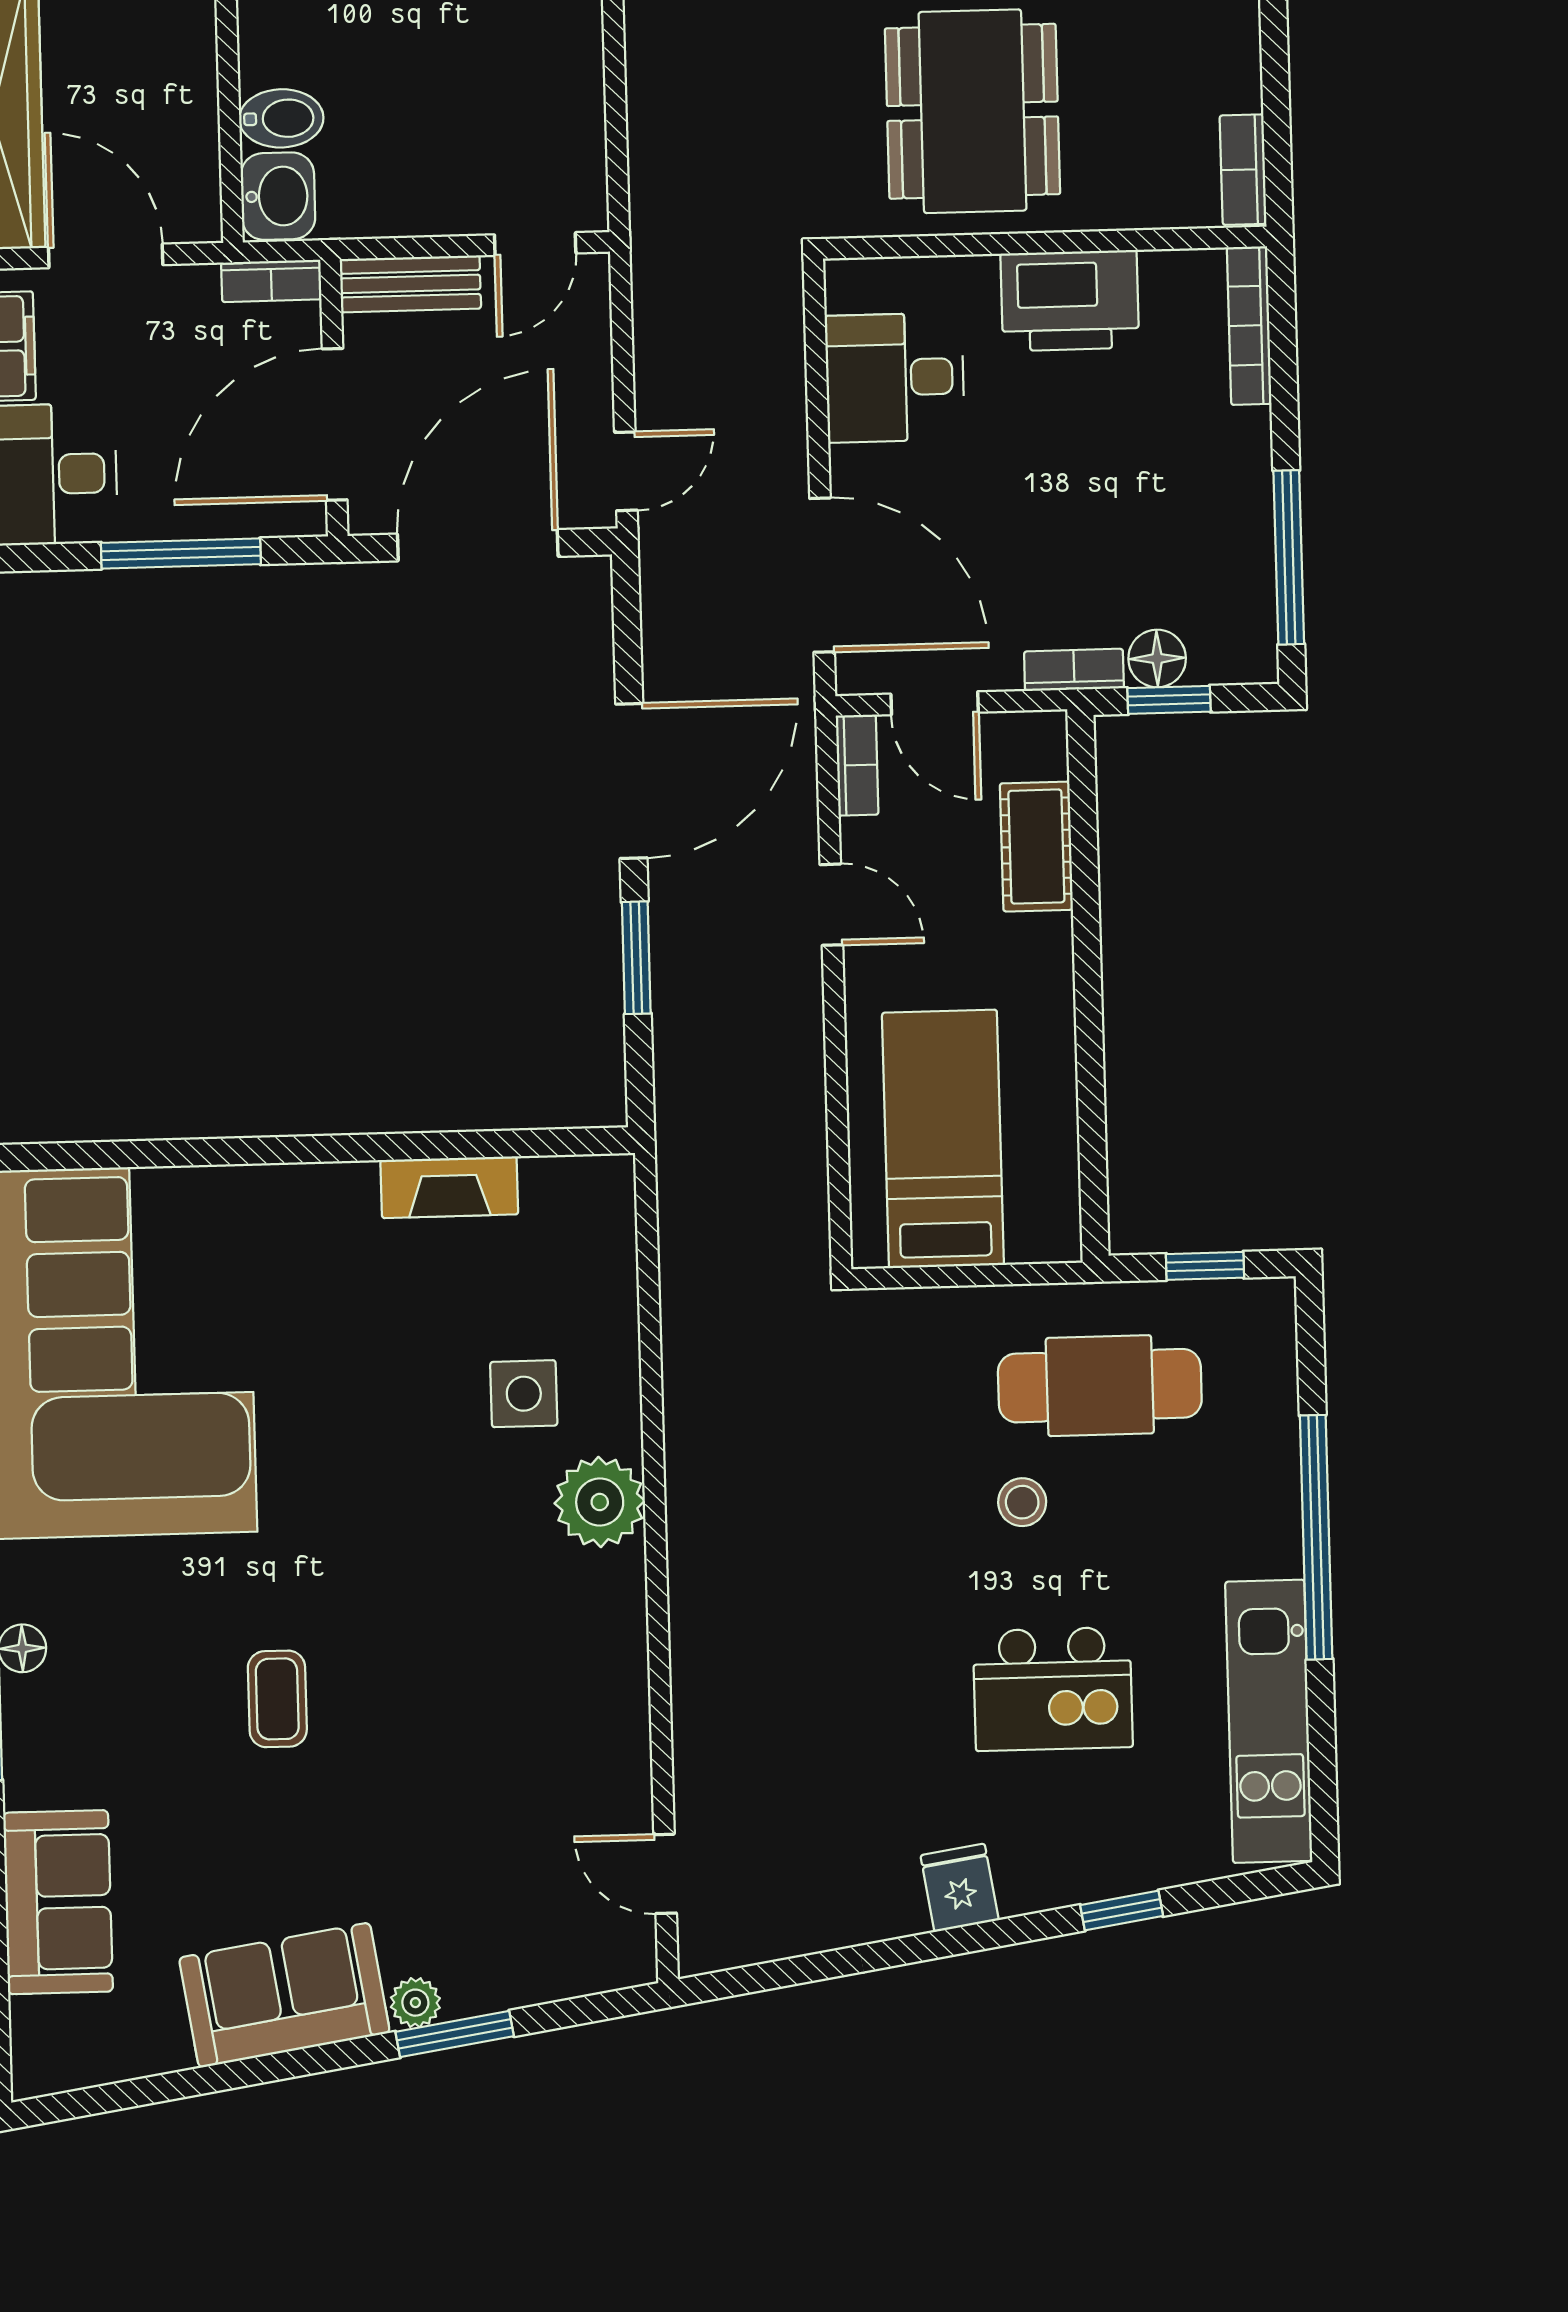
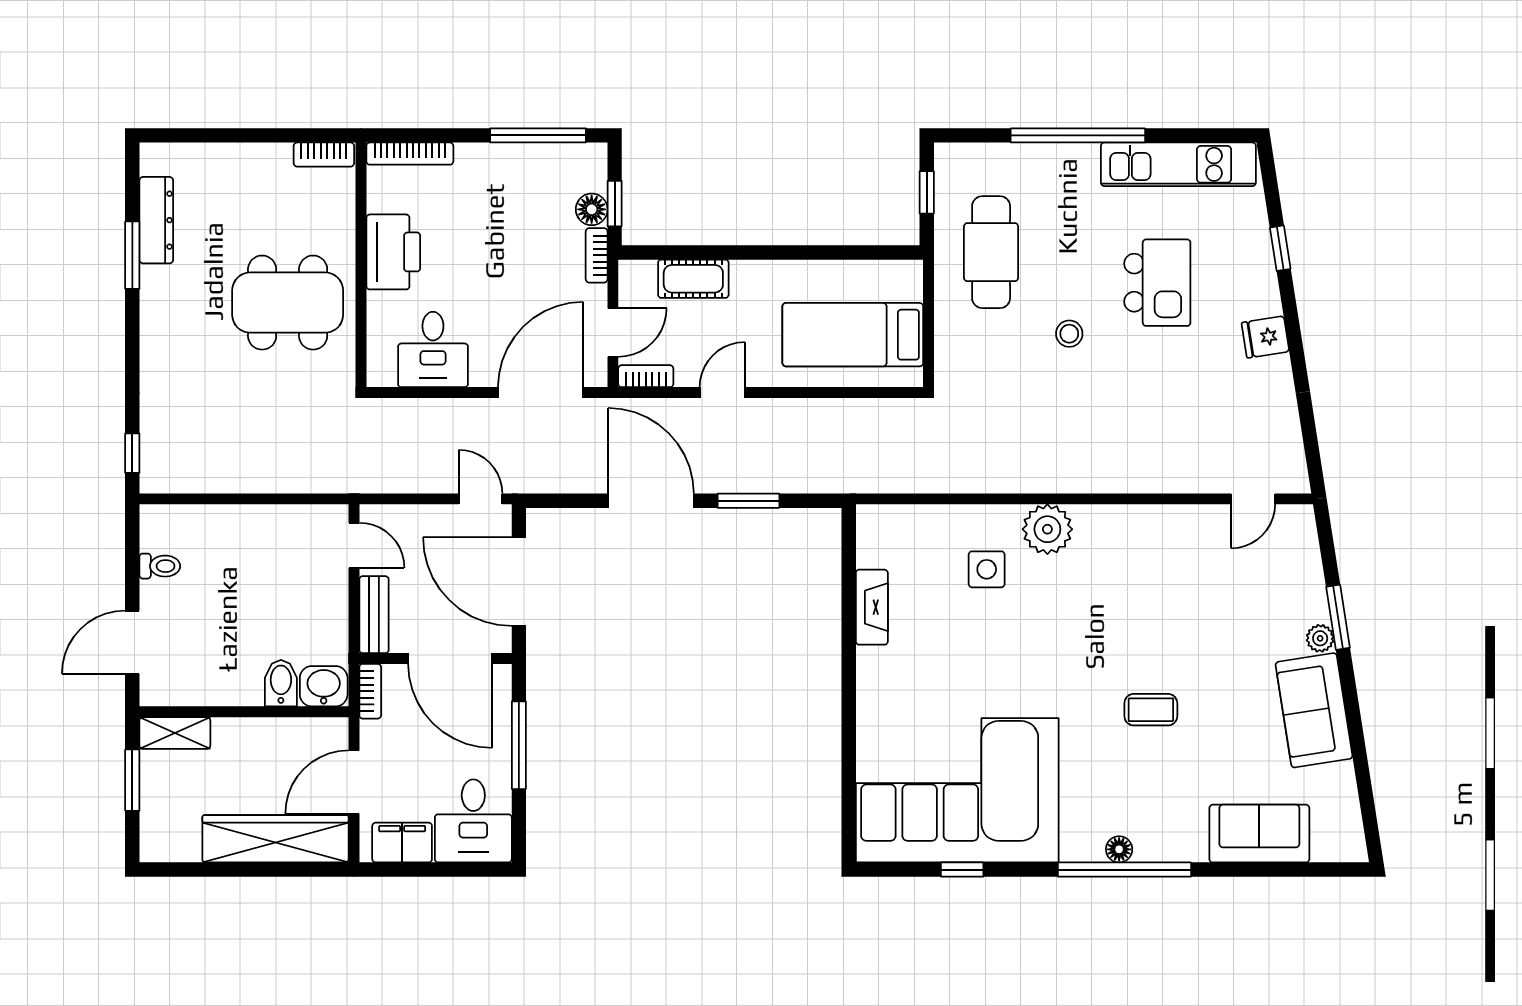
stool: (1022, 1502) -> (1069, 334), moved

